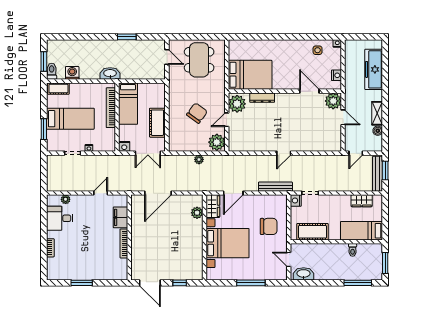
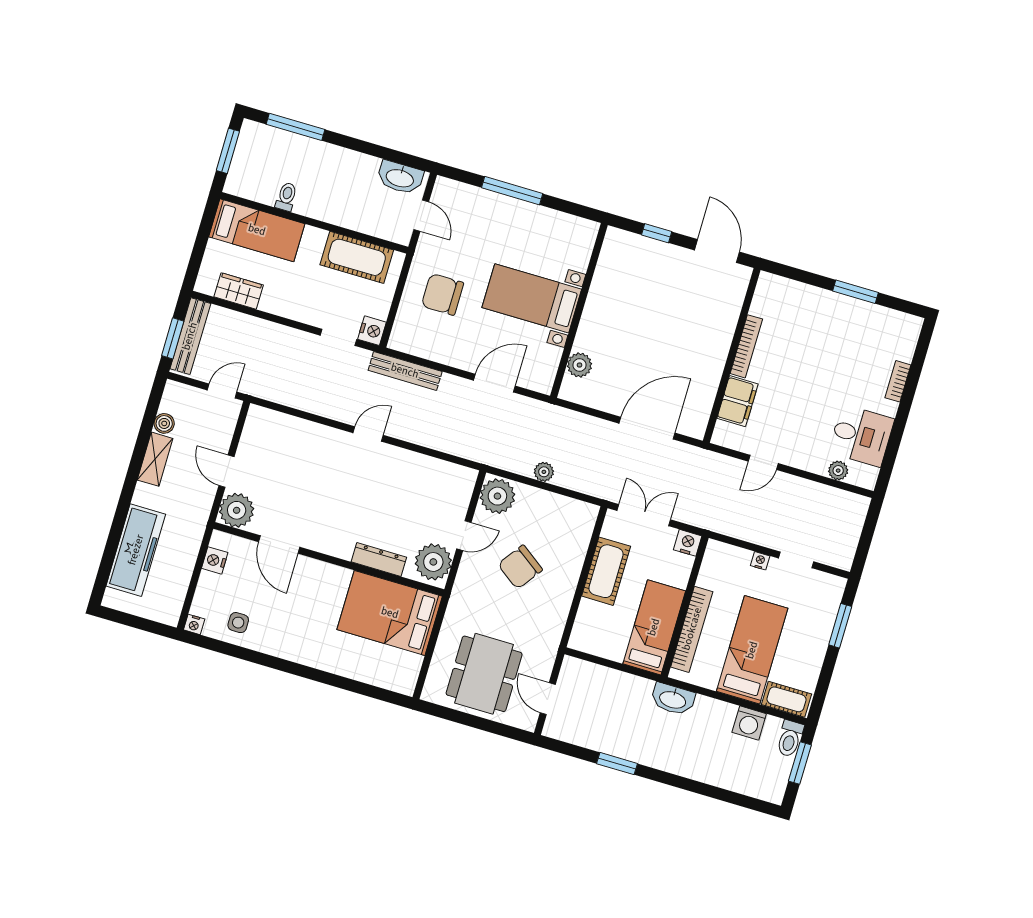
bed: (70, 119) -> (752, 650), moved, turned 90
wardrobe: (213, 206) -> (543, 369), removed
bed with nightstands: (228, 243) -> (532, 298), width x0.73

